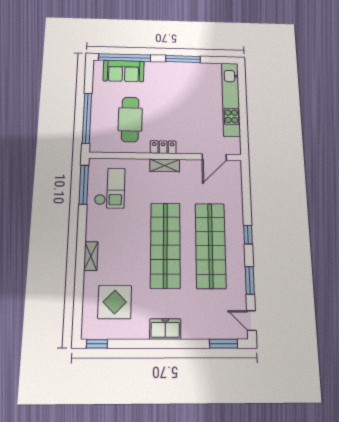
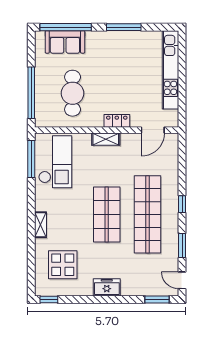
locker: (163, 147) -> (117, 121), moved
checkout: (110, 188) -> (55, 162), width x1.36, depth x1.21
shop shelf: (165, 245) -> (107, 214), width x0.71

